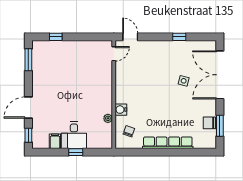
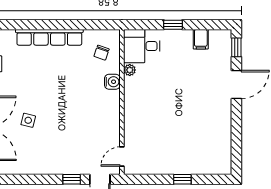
window: (56, 37) -> (182, 179), moved
window: (179, 37) -> (72, 179), moved
window: (28, 60) -> (236, 149), removed
desk: (74, 135) -> (142, 46), moved, turned -90

